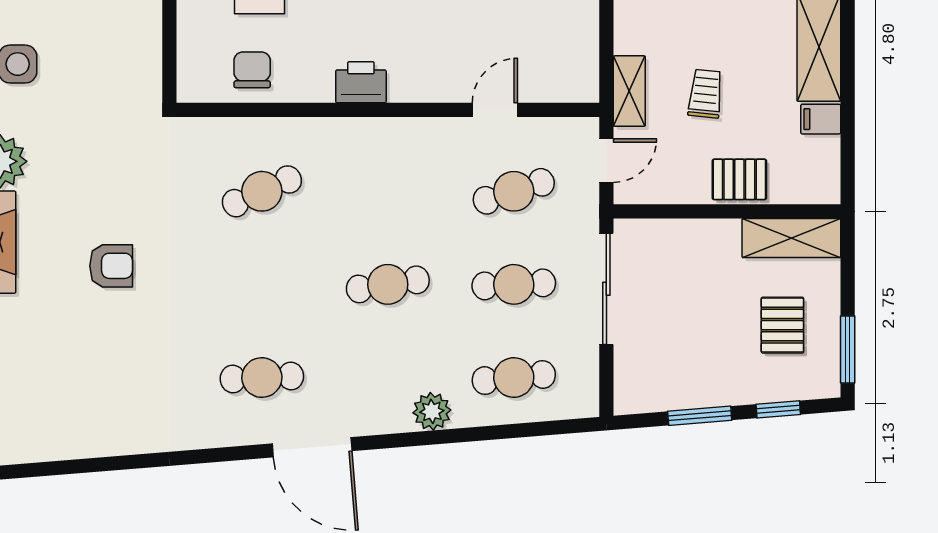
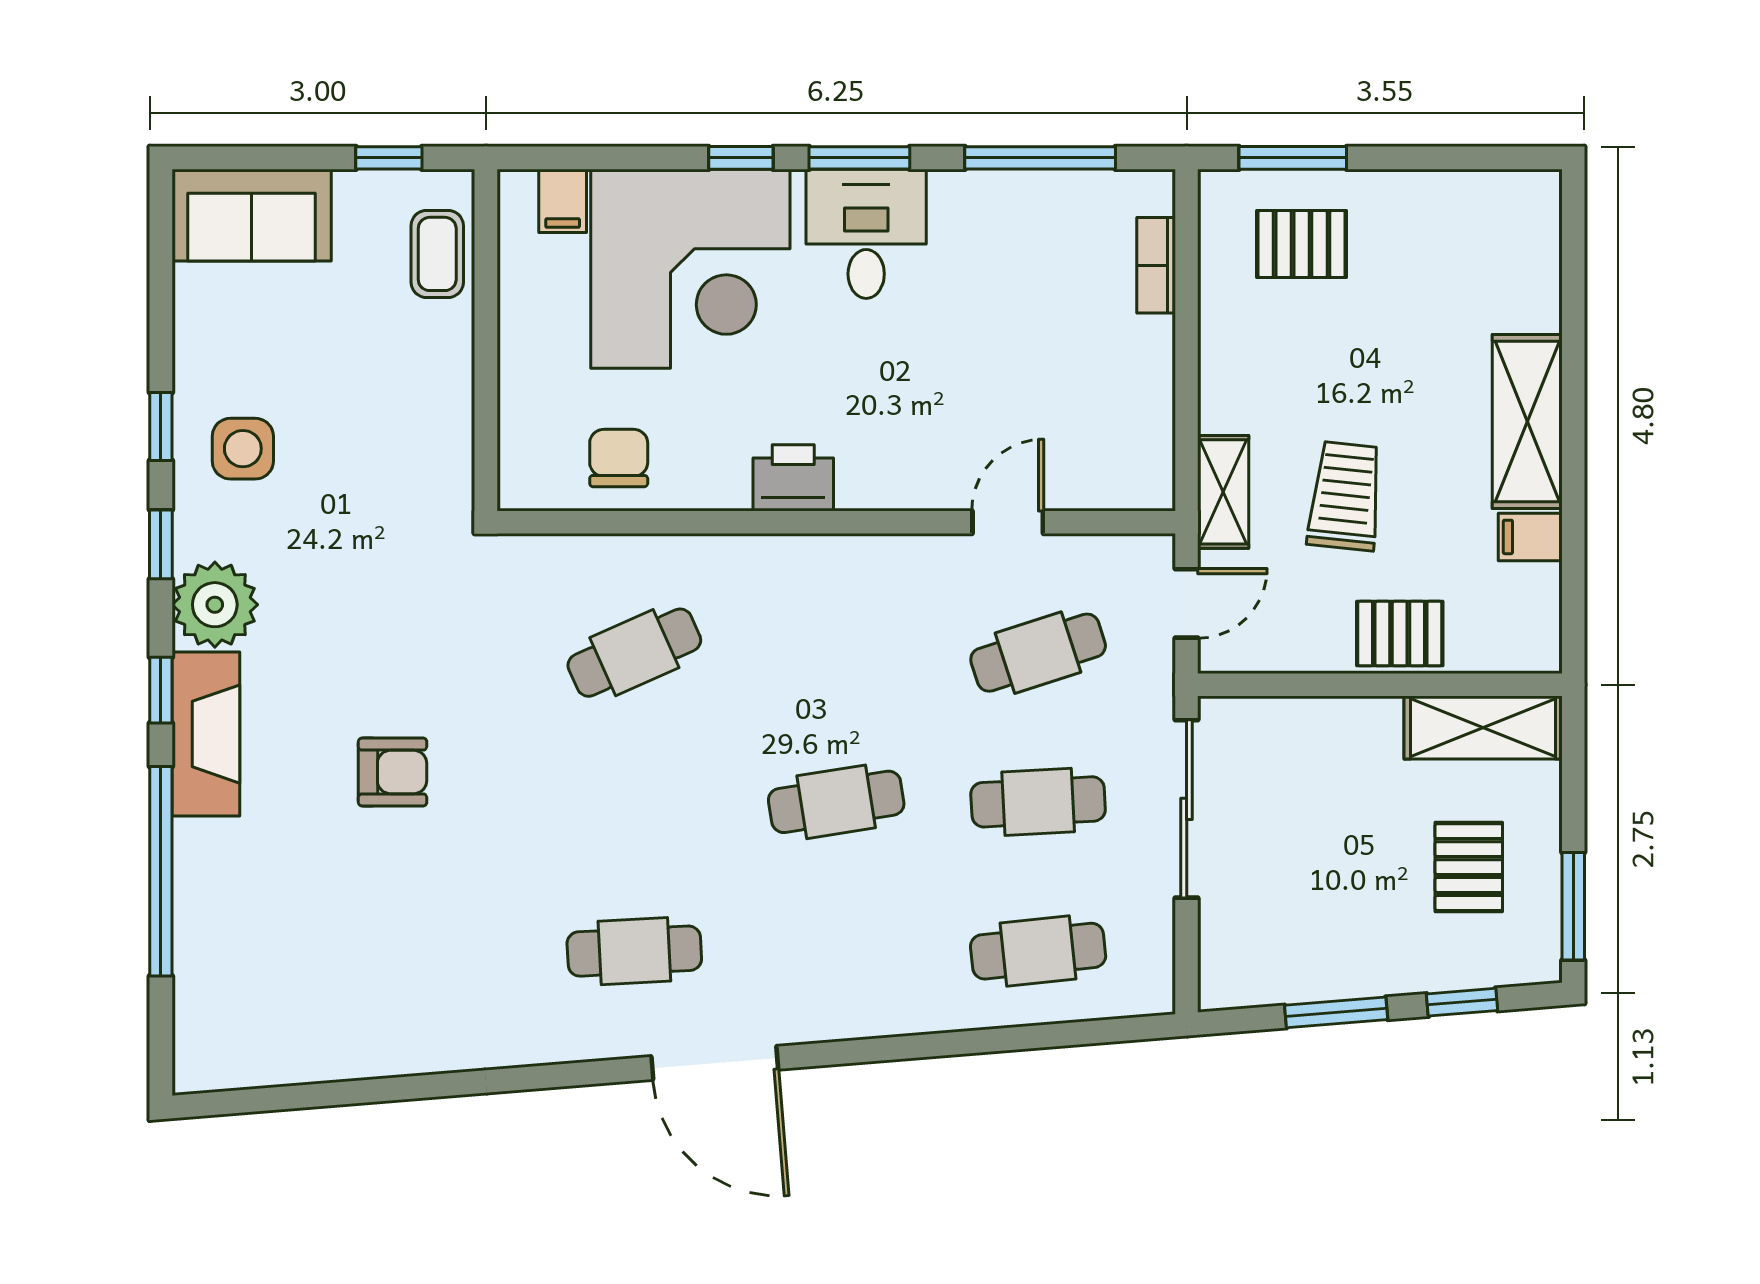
trolley: (705, 94) -> (1345, 496), width x1.36, depth x1.39
plant: (432, 411) -> (907, 1005), removed

